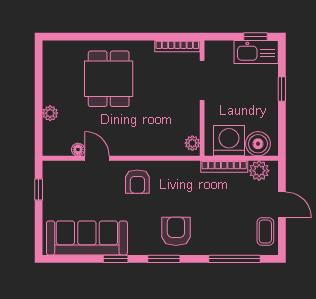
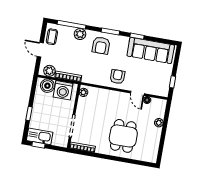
plant: (217, 245) -> (80, 34), added

